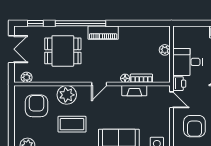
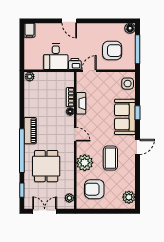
plant: (165, 50) -> (30, 77), moved

